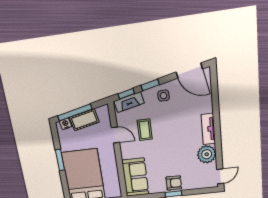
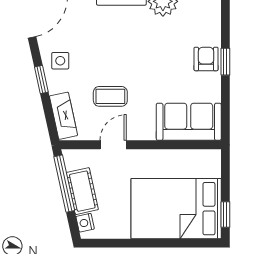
window: (126, 94) -> (50, 118), removed
window: (75, 112) -> (64, 184), moved
window: (60, 160) -> (144, 243), removed

